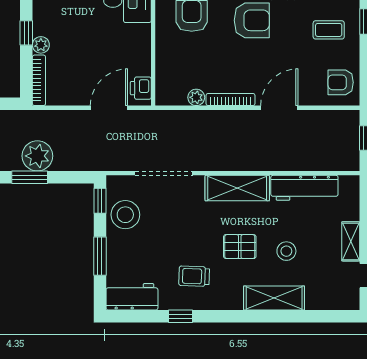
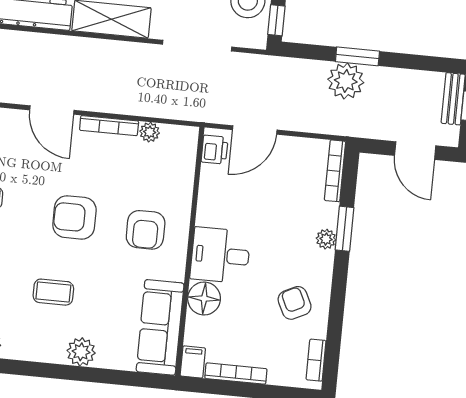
window: (26, 33) -> (344, 229), width x1.50
plant: (41, 45) -> (326, 239), moved
door: (279, 108) -> (52, 110), hinge flipped

